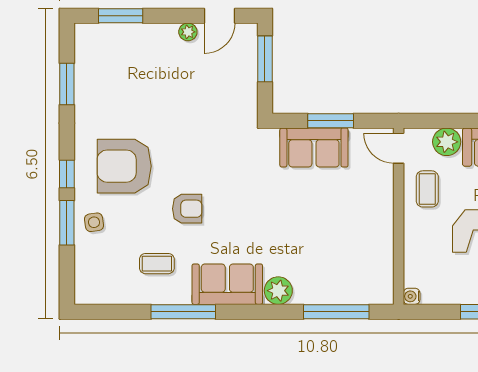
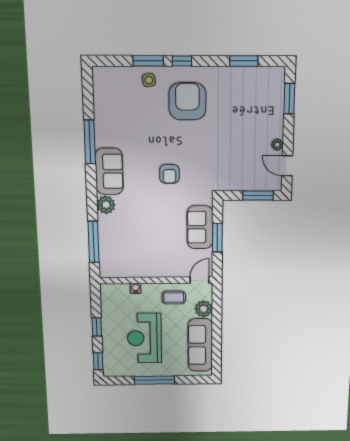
armchair: (187, 209) -> (169, 174), moved
coffee table: (157, 264) -> (122, 124), removed
water cooler: (412, 296) -> (136, 288), moved

